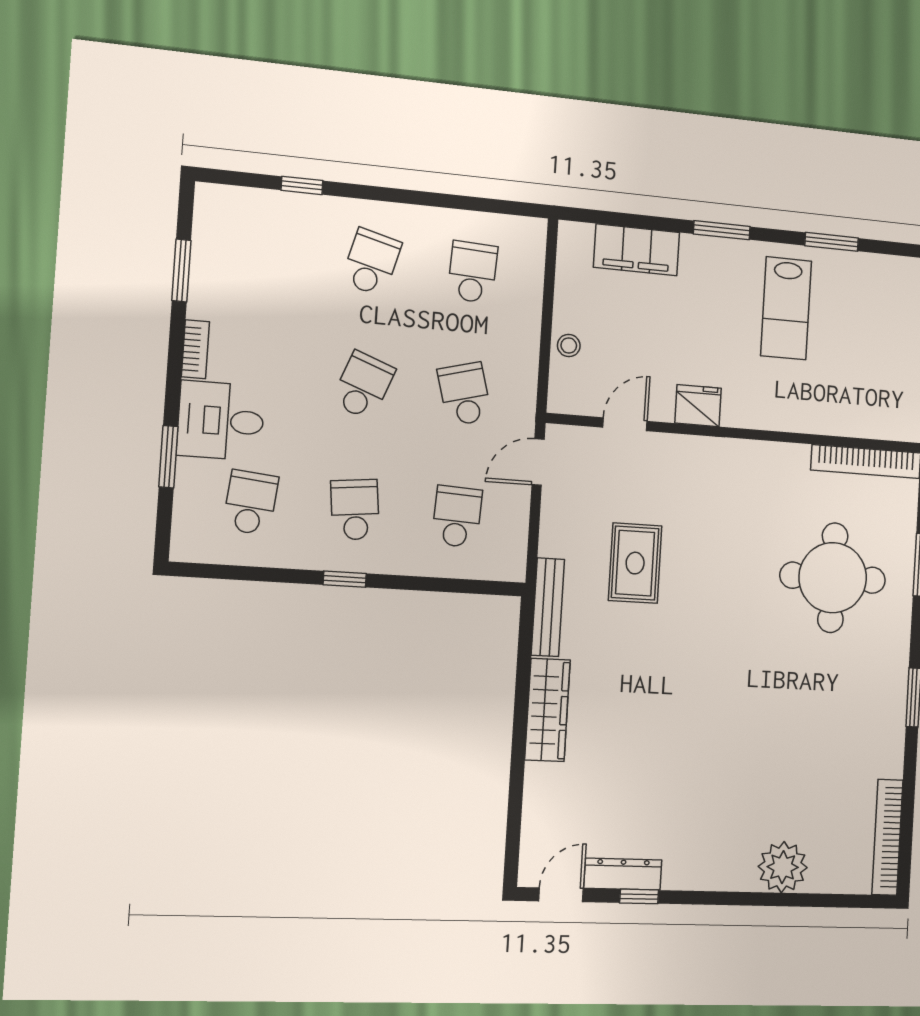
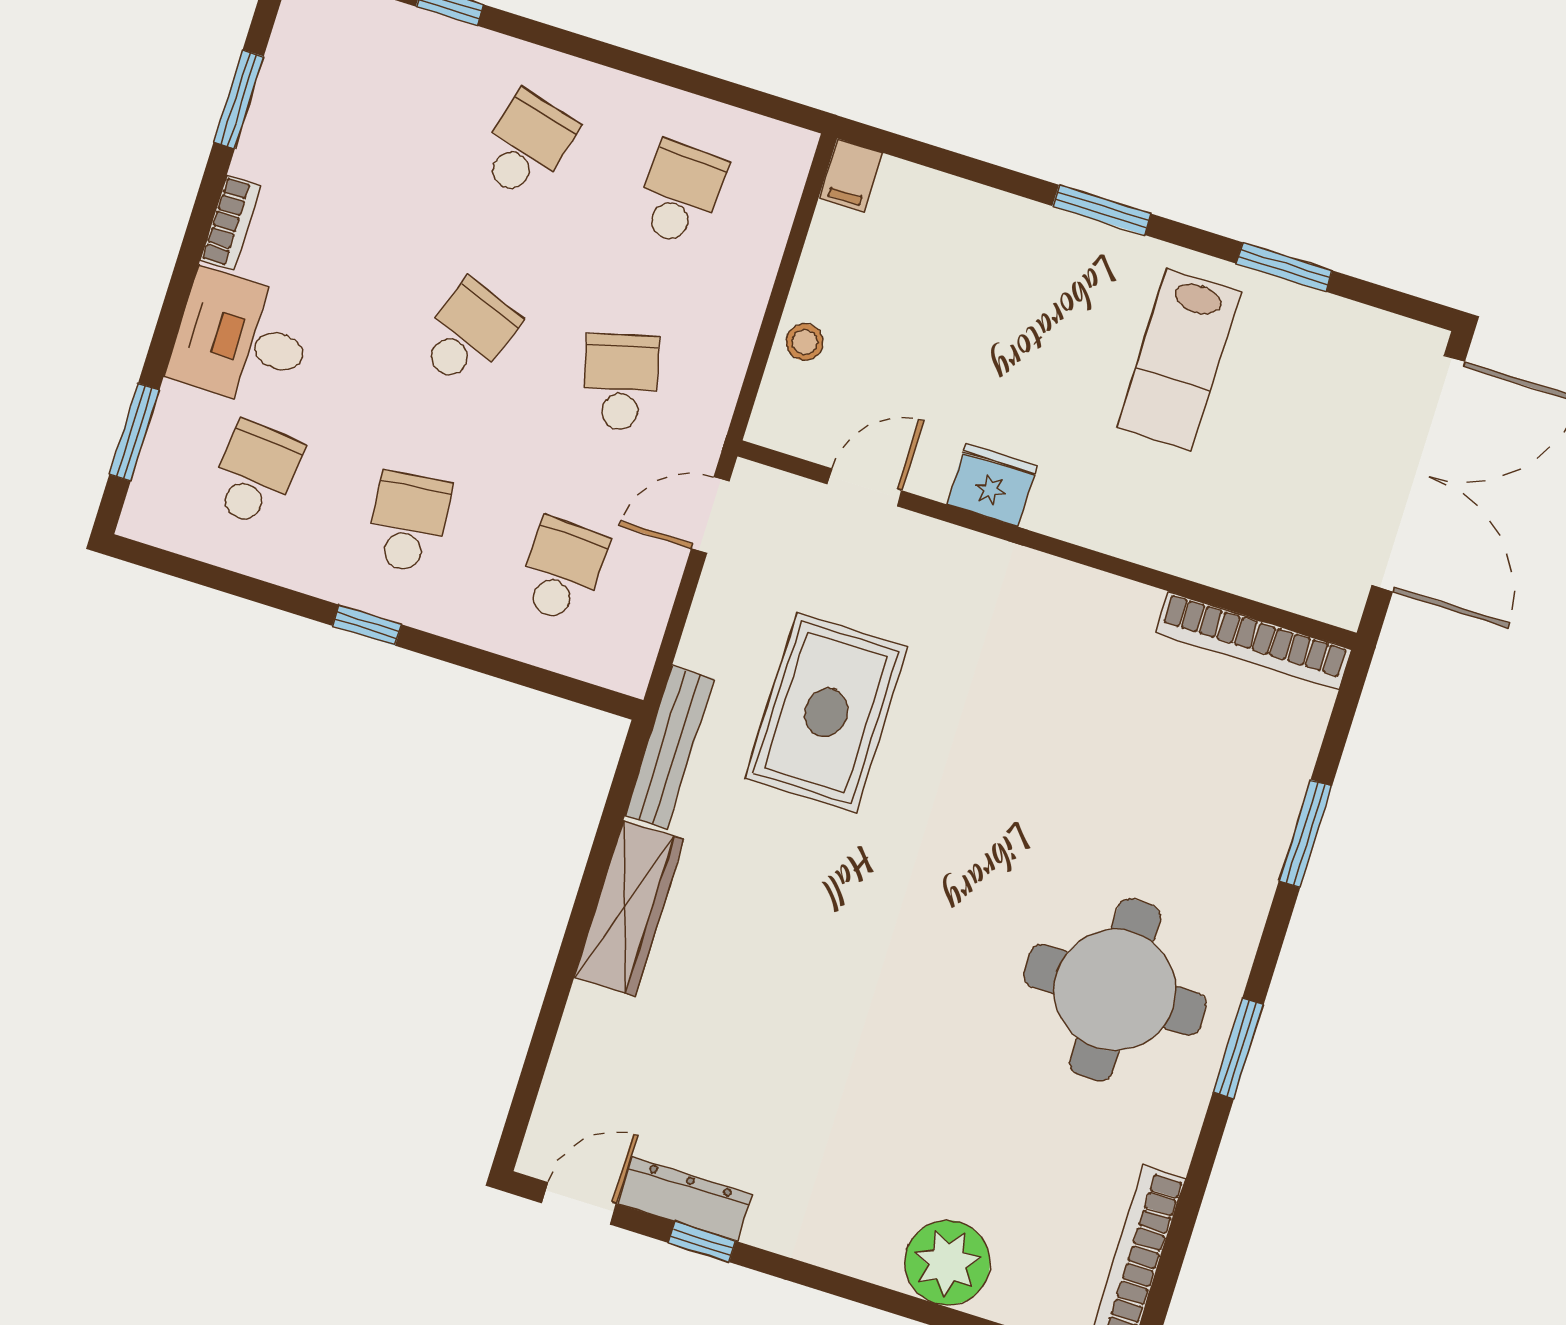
filing cabinet: (637, 250) -> (851, 176), moved, width x0.33, depth x0.86
window: (168, 457) -> (134, 432), moved
rug: (635, 563) -> (826, 712), width x1.36, depth x1.43
round table: (833, 578) -> (1115, 990), moved

